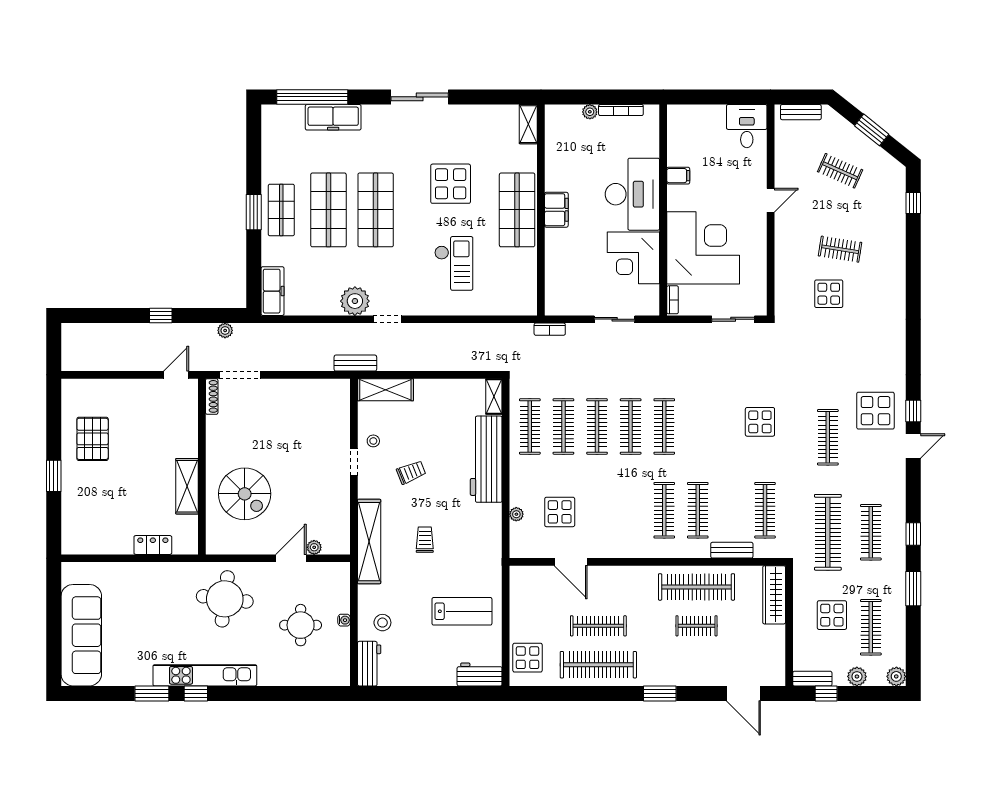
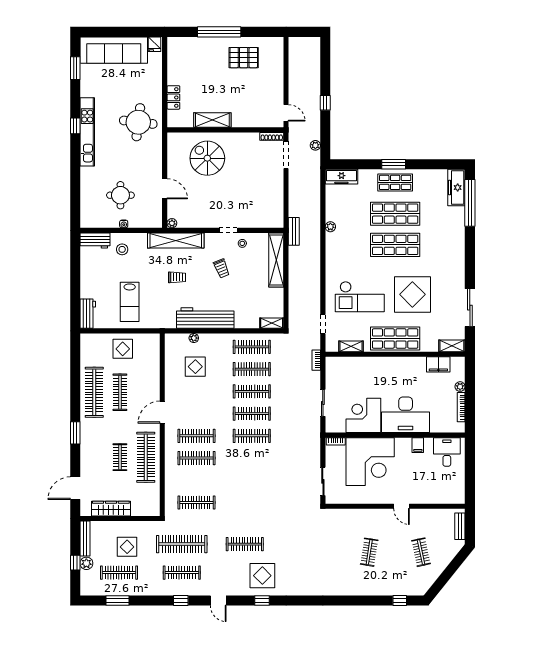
sliding door: (420, 97) -> (470, 308), moved
freezer: (333, 117) -> (456, 188), moved
desk: (747, 126) -> (447, 452), moved, turned -90
window: (872, 130) -> (448, 573), removed
clothes rail: (840, 171) -> (421, 552), turned -36
display table: (451, 184) -> (412, 294), width x1.36, depth x1.36
filing cabinet: (556, 210) -> (438, 364), moved
checkout: (454, 263) -> (360, 297), width x1.36, depth x1.21
shelving: (529, 277) -> (351, 346), added
display table: (829, 294) -> (340, 545), removed
plant: (355, 301) -> (330, 227), width x0.53, depth x0.53
doorway: (388, 319) -> (323, 324), moved
shelving: (385, 390) -> (276, 260), width x1.47
display table: (760, 422) -> (255, 499), removed
door: (913, 446) -> (218, 601), moved
workbench: (486, 459) -> (205, 318), moved
window: (54, 476) -> (219, 32), width x2.11
spiral stairs: (245, 494) -> (207, 158), turned 90
plant: (314, 547) -> (172, 223), moved
bench: (732, 550) -> (170, 481), removed
door: (571, 562) -> (162, 412), moved
fridge: (72, 574) -> (155, 44), added
window: (913, 589) -> (117, 601), moved
wardrobe: (774, 595) -> (111, 509), moved
round table: (225, 599) -> (138, 122), moved
display table: (528, 658) -> (123, 349), moved
plant: (896, 676) -> (86, 589), removed
bench: (812, 679) -> (85, 538), width x1.36
window: (152, 693) -> (75, 68), moved
window: (826, 693) -> (75, 563), moved

